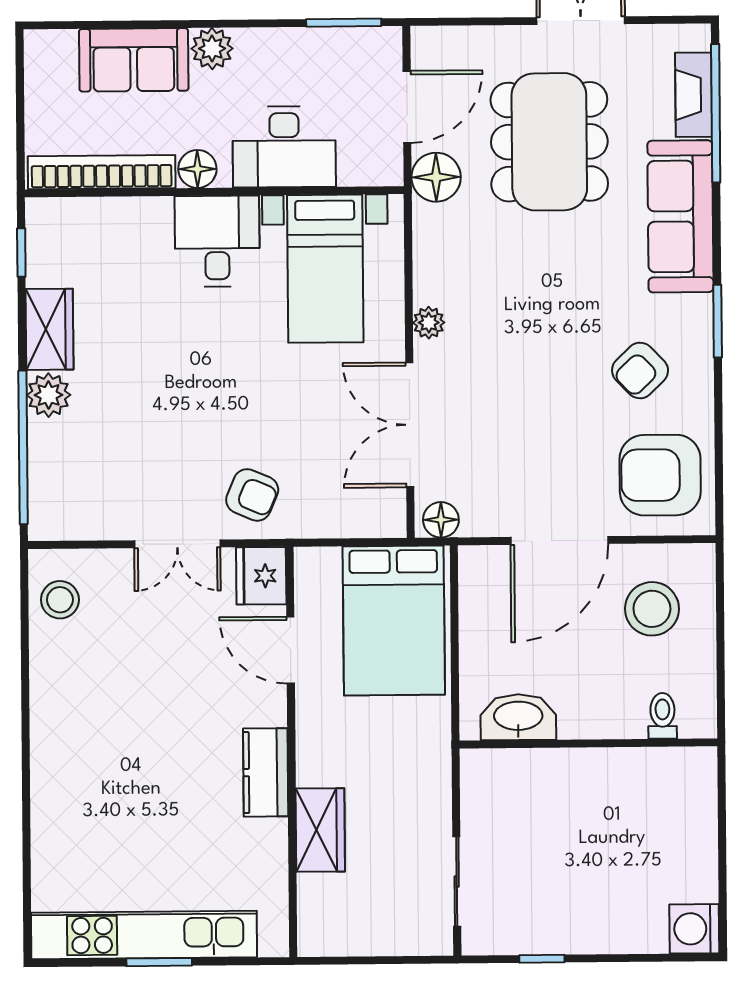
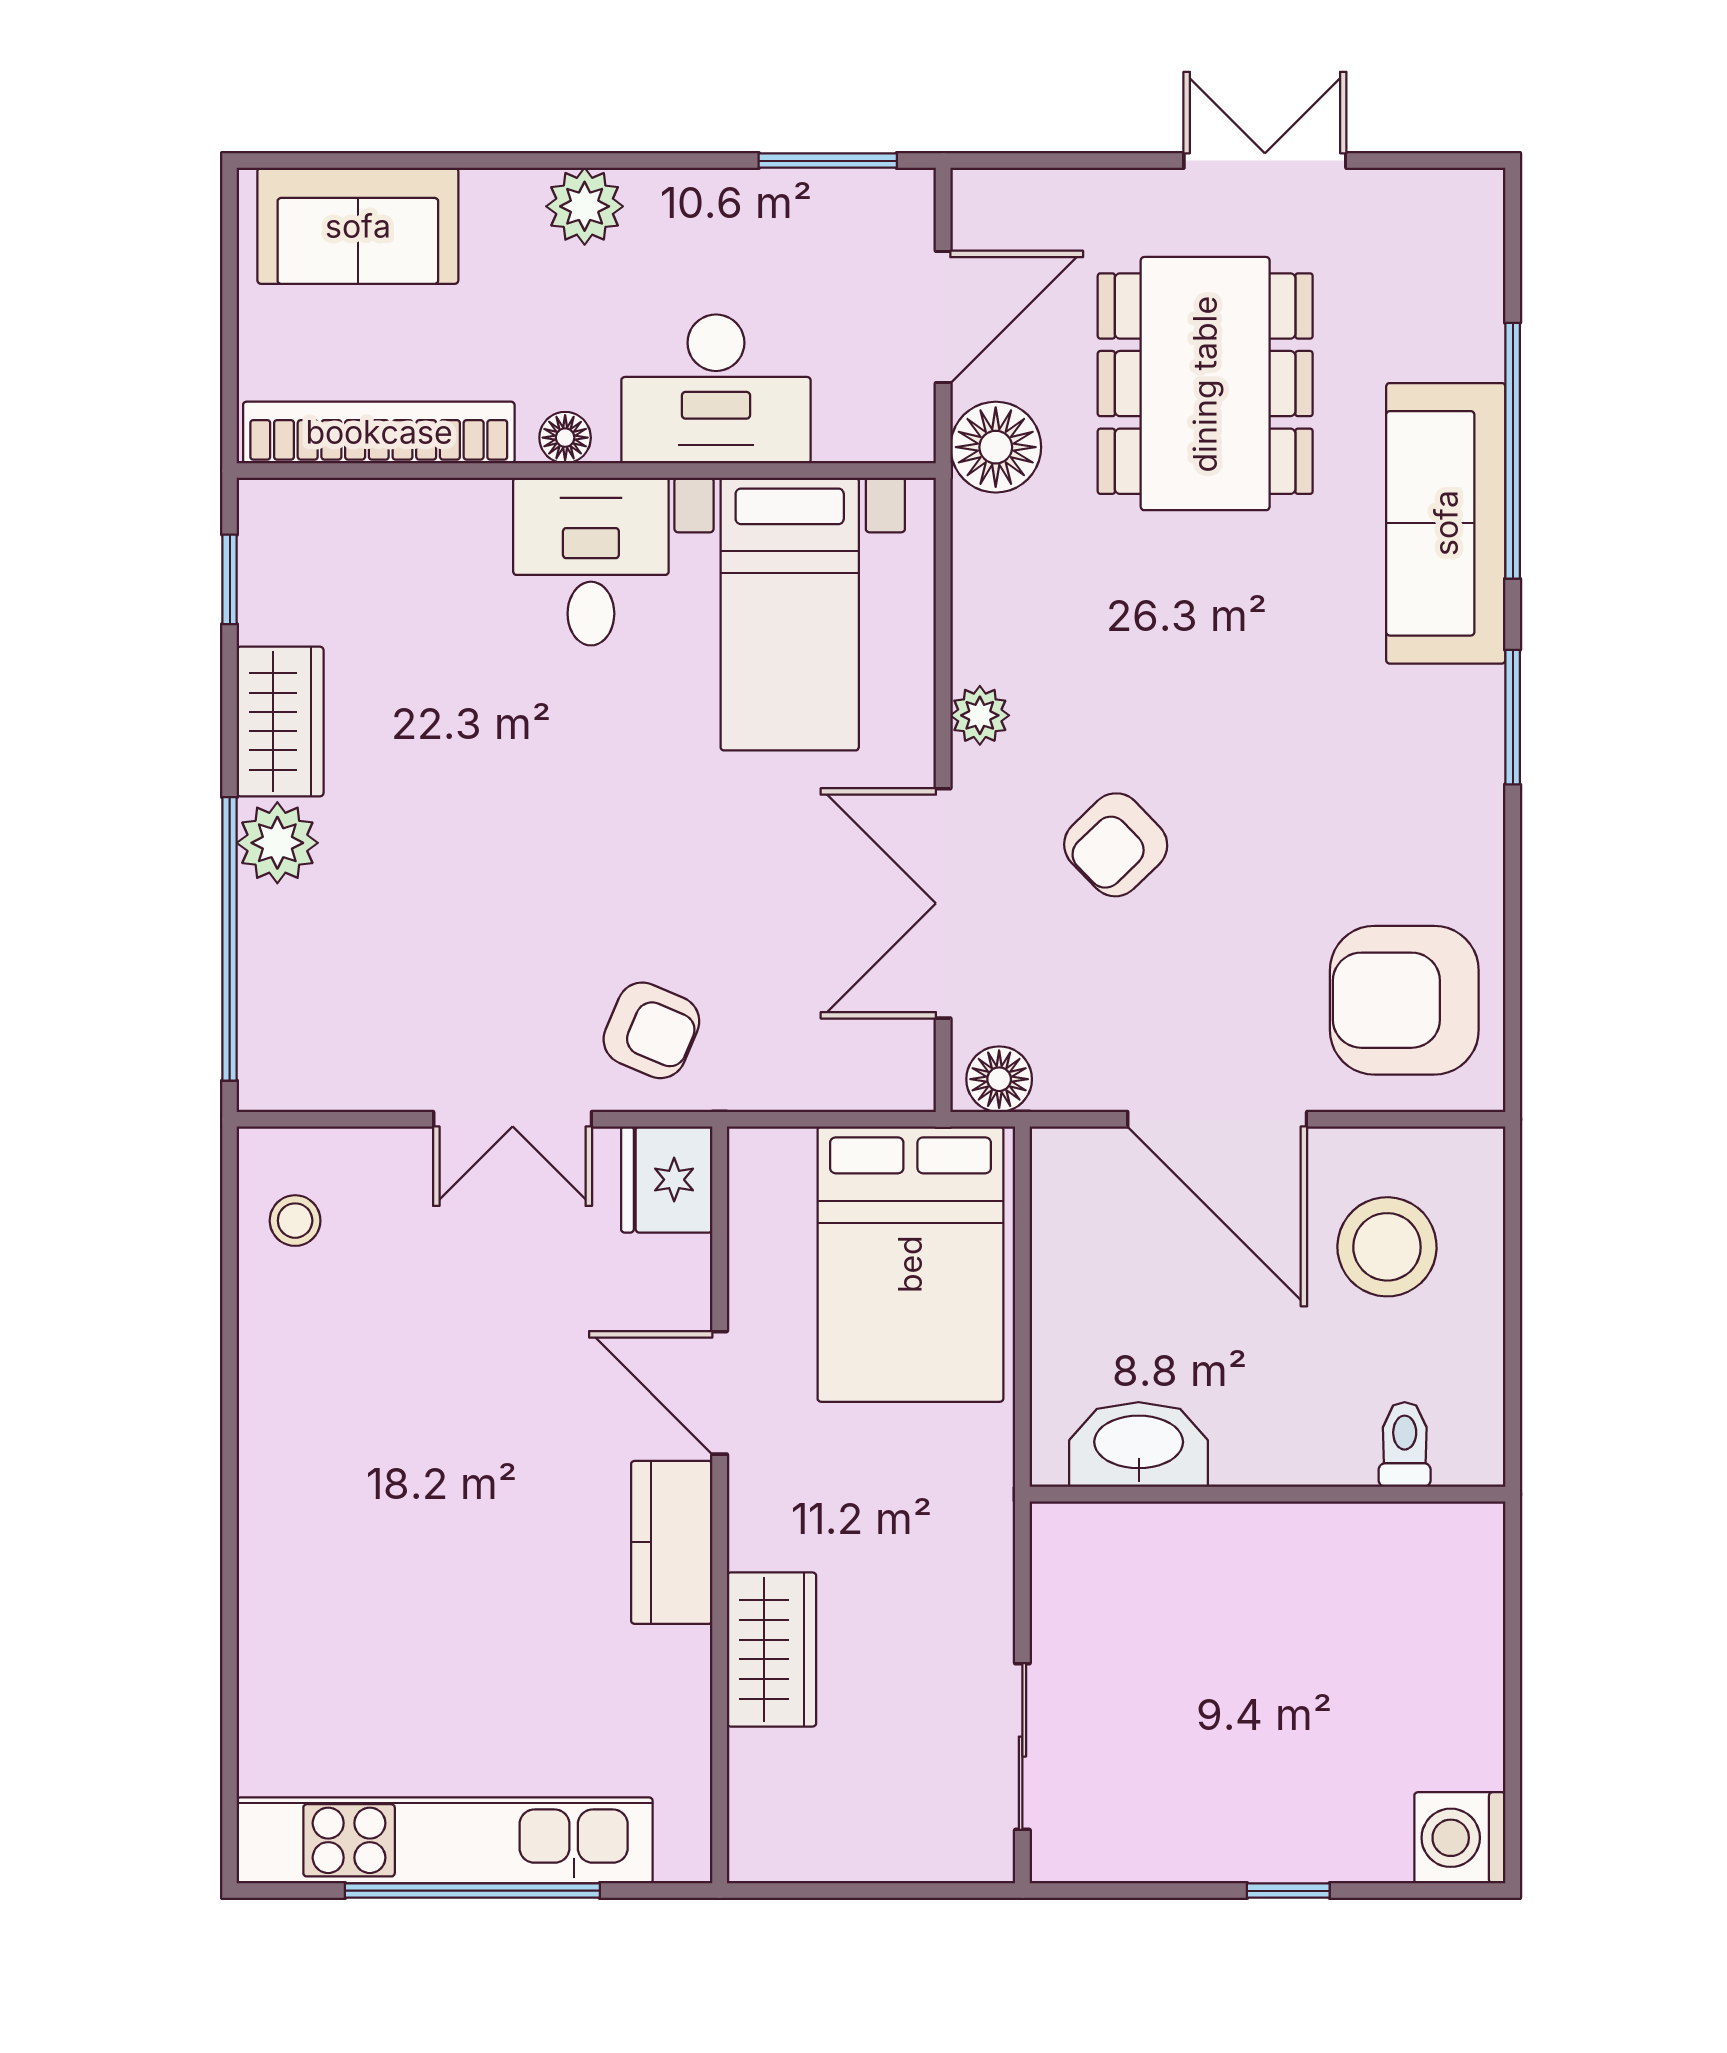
sofa: (134, 60) -> (358, 226), moved
fireplace: (694, 95) -> (1472, 299), removed
window: (716, 113) -> (1513, 451), moved
floor lamp: (197, 169) -> (565, 438), width x0.73, depth x0.73
armchair: (640, 370) -> (1116, 845), moved
door: (559, 540) -> (1217, 1119), hinge flipped
stool: (60, 600) -> (295, 1221), width x0.73, depth x0.73
door: (291, 650) -> (720, 1393), moved
window: (542, 959) -> (1288, 1891), moved
window: (159, 962) -> (472, 1891), width x2.11

